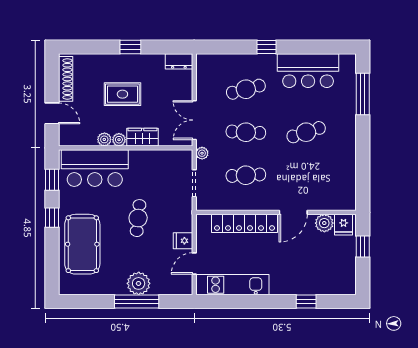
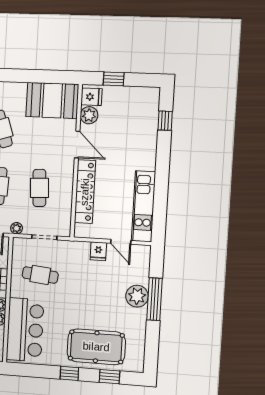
window: (52, 180) -> (109, 377), moved
booth: (338, 184) -> (52, 100), added
cafe table: (138, 218) -> (40, 275), moved
window: (306, 302) -> (165, 121), moved

